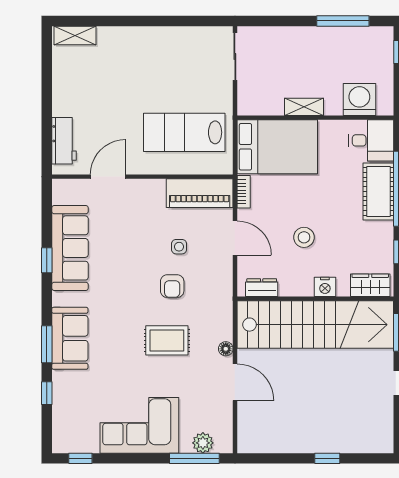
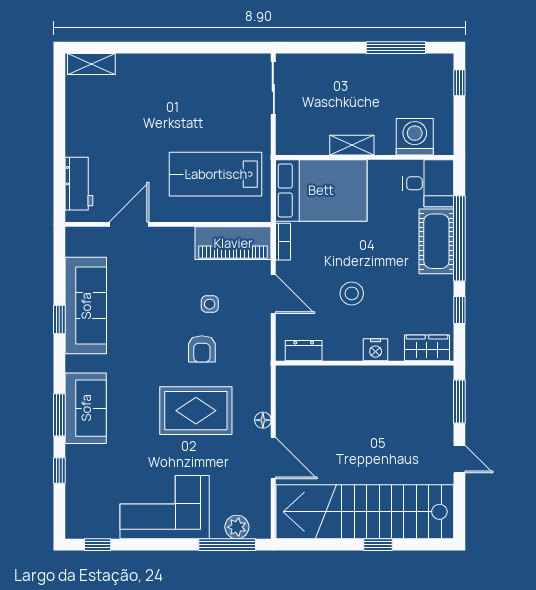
stairs: (315, 325) -> (365, 512), moved, turned 180
rug: (167, 340) -> (196, 411), width x1.36, depth x1.43

